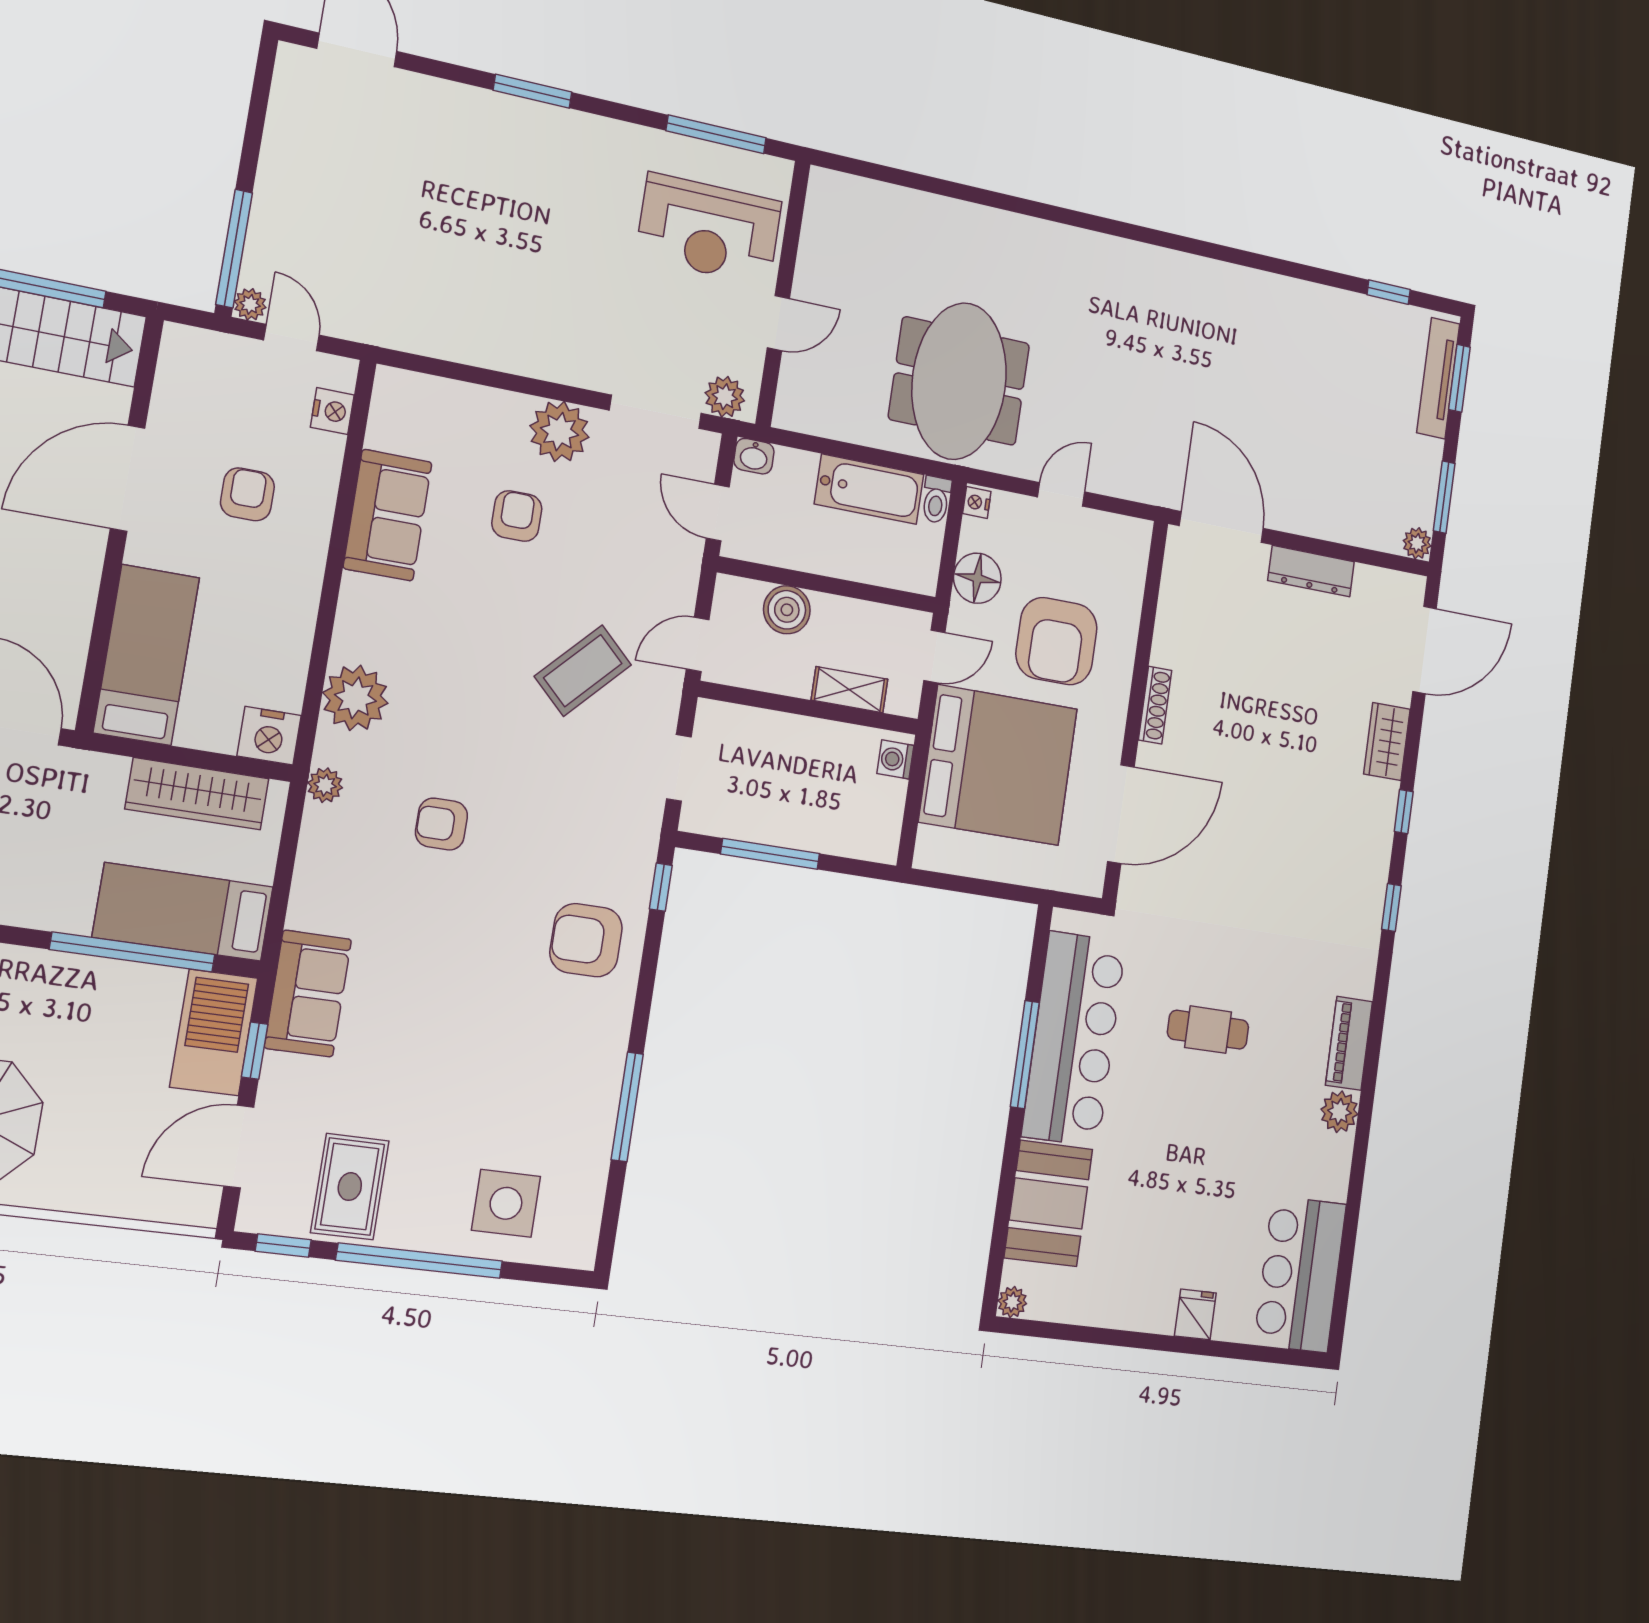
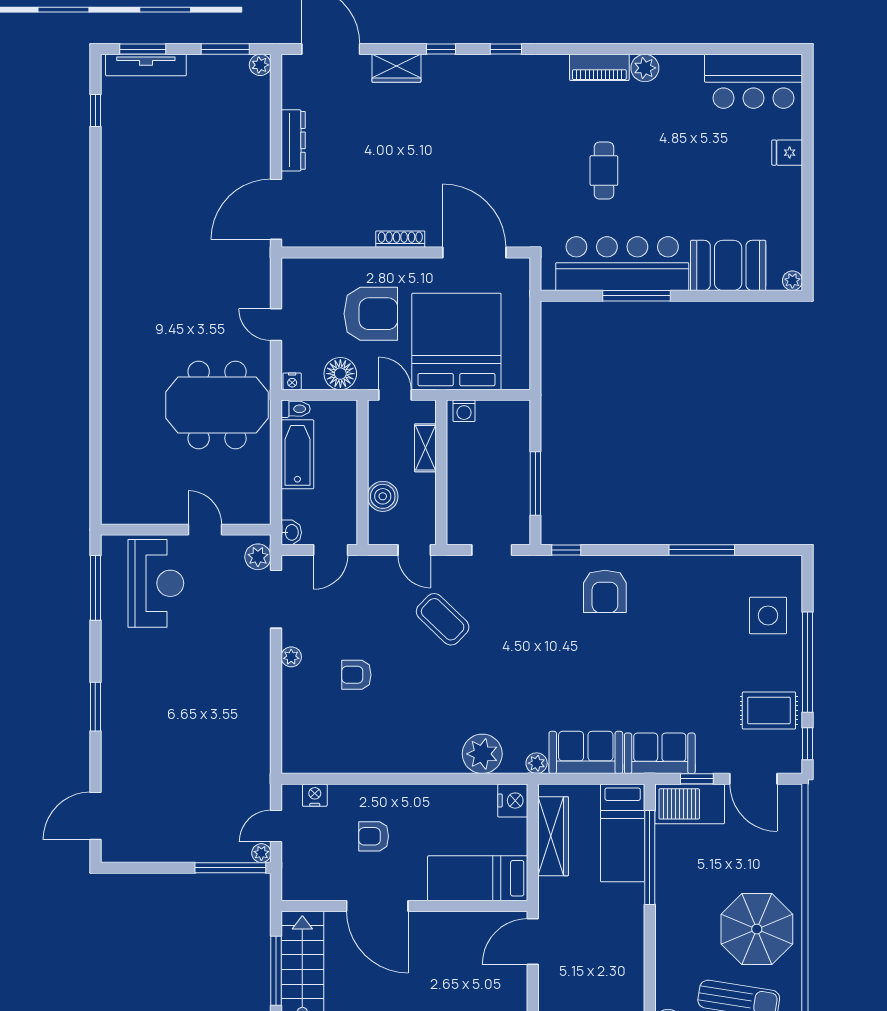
plant: (559, 432) -> (291, 657), width x0.53, depth x0.53
sofa: (388, 515) -> (586, 752), moved
armchair: (441, 824) -> (549, 691), removed

